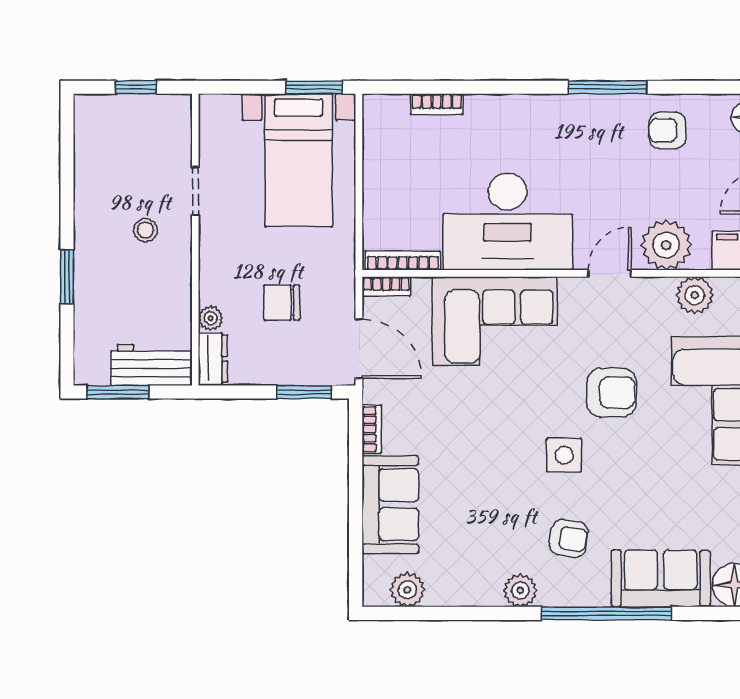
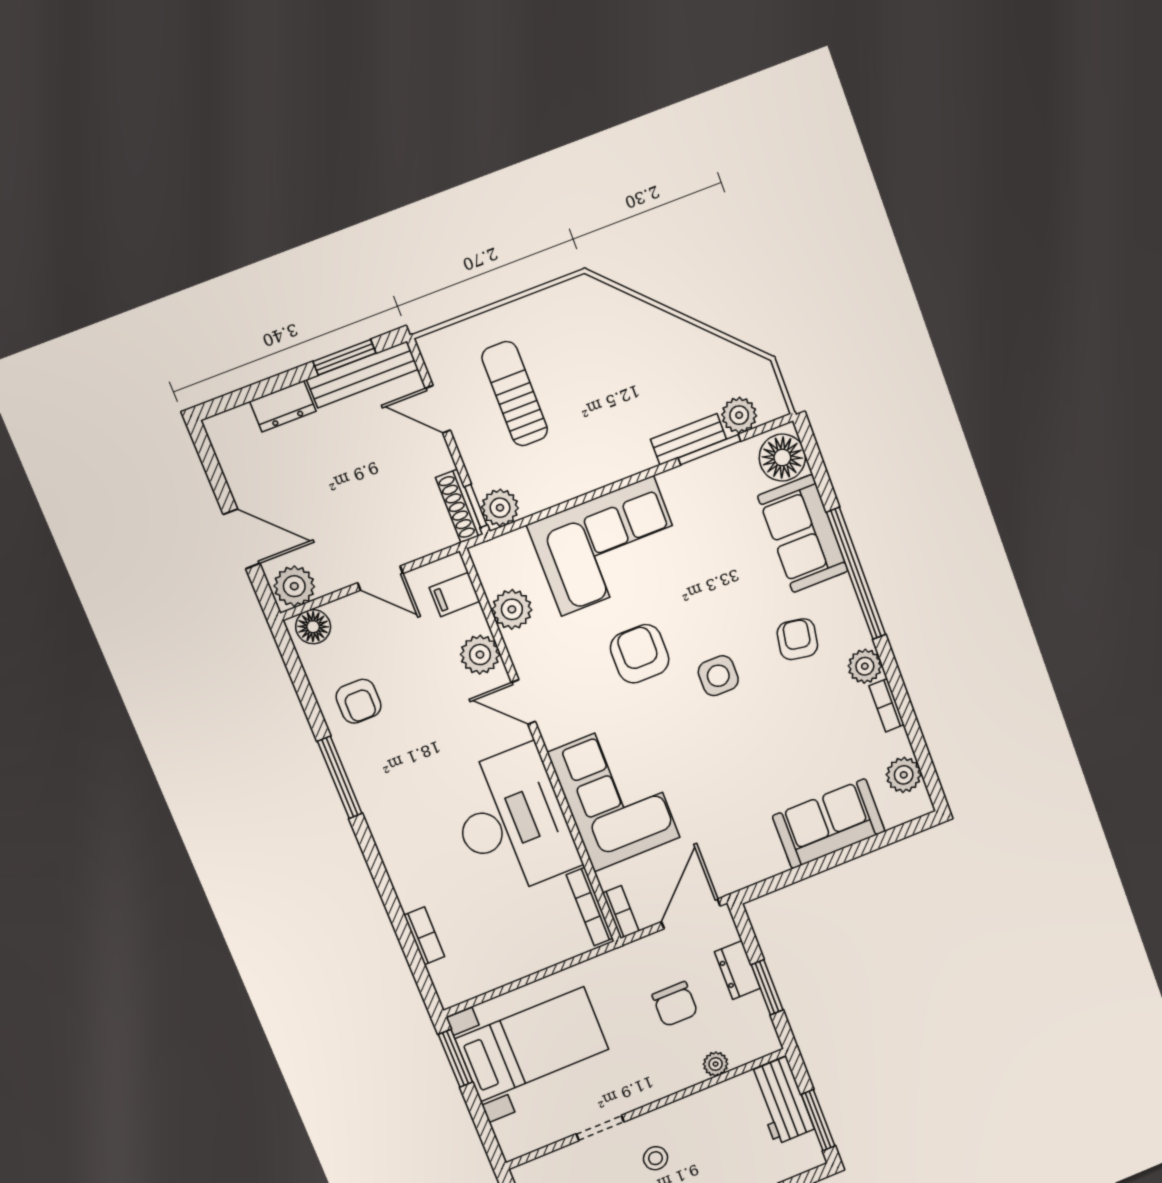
plant: (666, 245) -> (480, 655), width x0.73, depth x0.73
dresser: (213, 359) -> (738, 970), moved, turned -90
window: (304, 392) -> (767, 987), moved
bookcase: (372, 429) -> (887, 705), moved, turned -90

